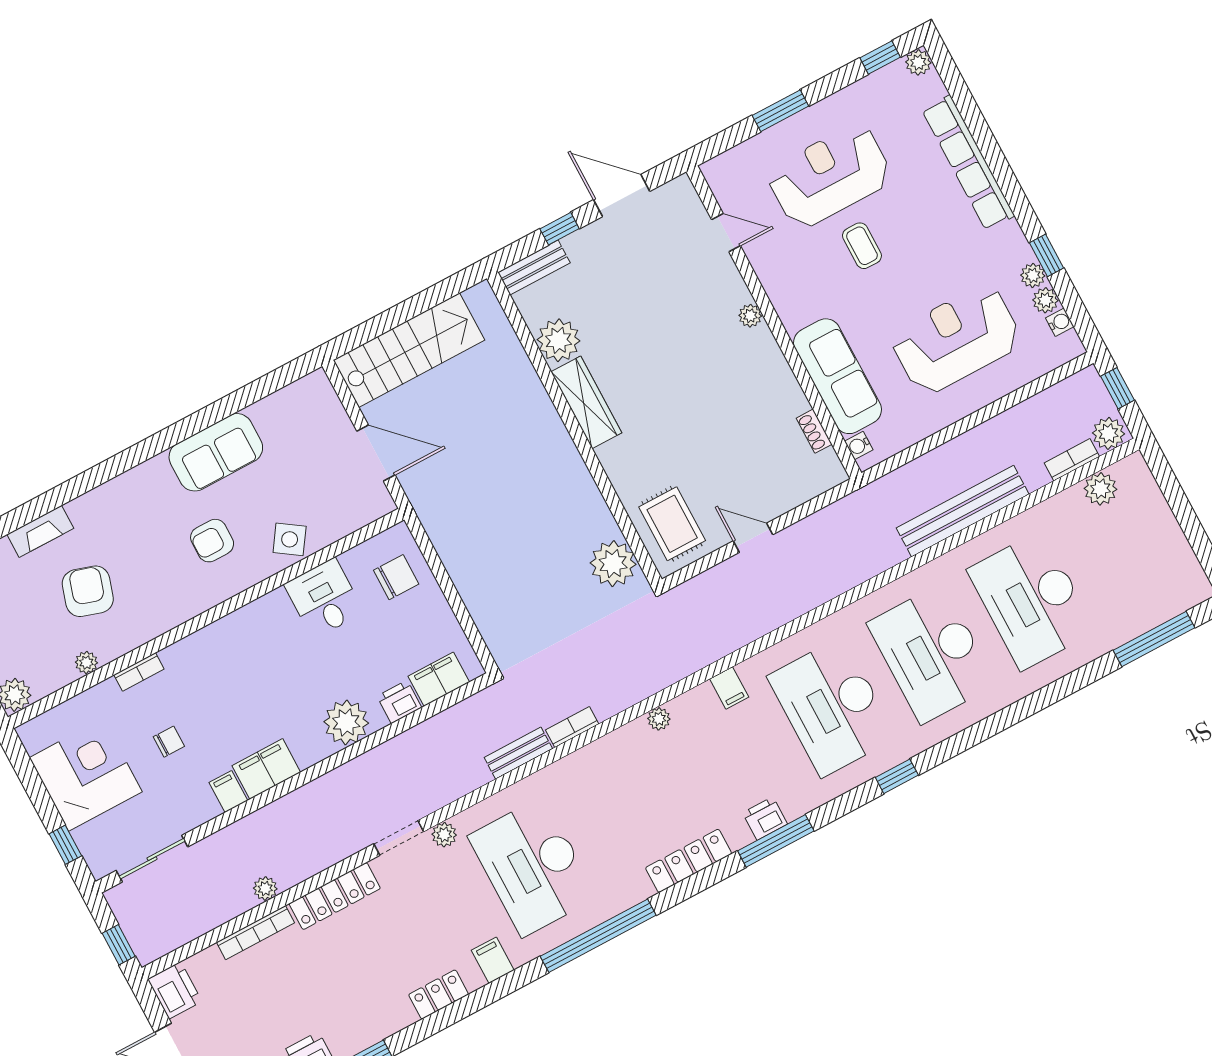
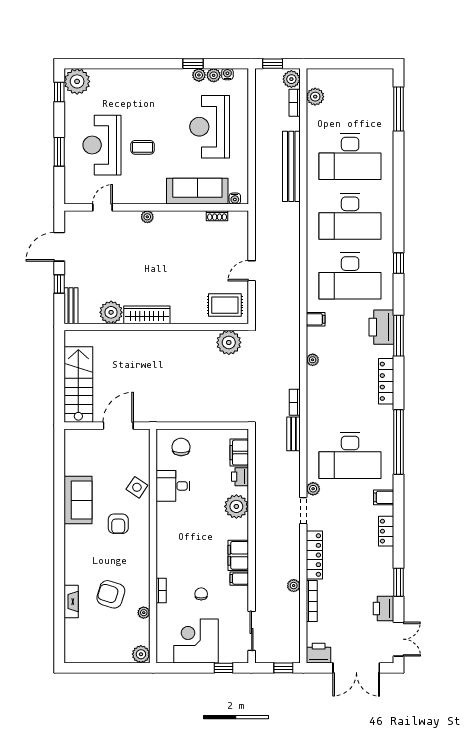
plant: (918, 62) -> (77, 81), width x1.88, depth x1.88
row of seats: (968, 163) -> (130, 77), removed
printer: (765, 818) -> (381, 327), width x1.87, depth x1.48

